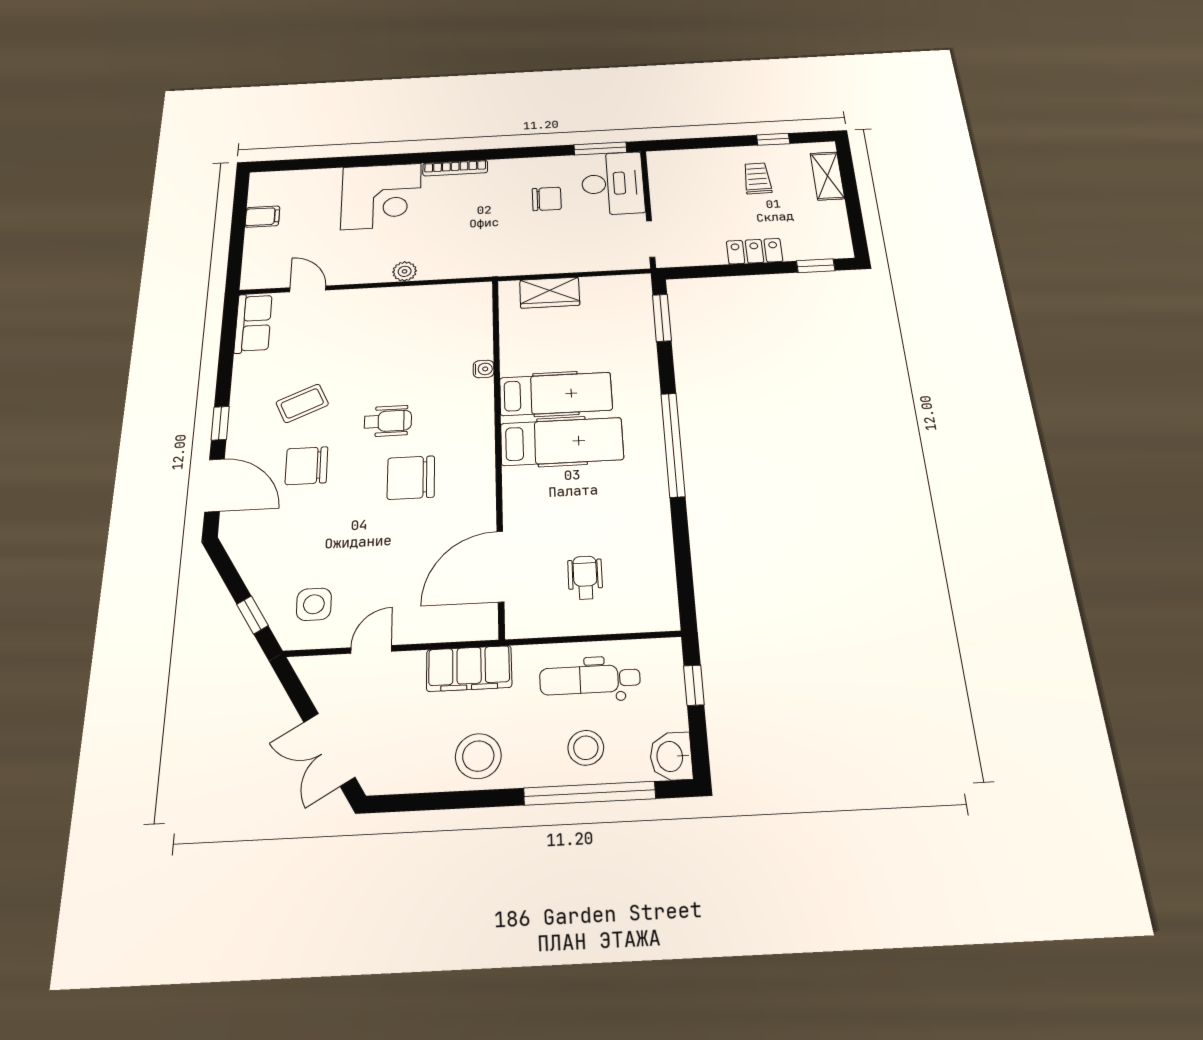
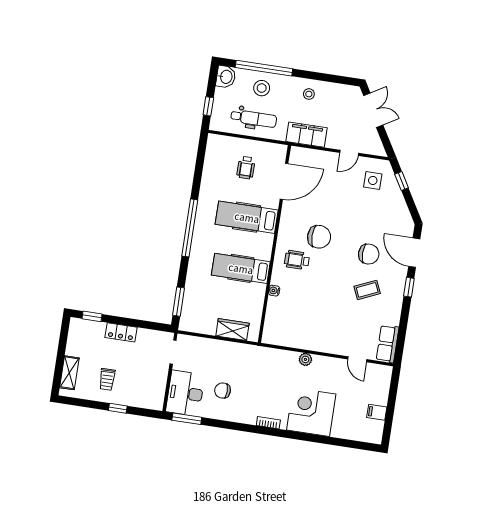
window: (773, 139) -> (118, 408), moved
bookcase: (455, 168) -> (268, 423), width x0.64
wheelchair: (388, 421) -> (297, 260), moved
hospital bed: (562, 442) -> (247, 217), moved
stool: (478, 756) -> (309, 94), width x0.53, depth x0.53

